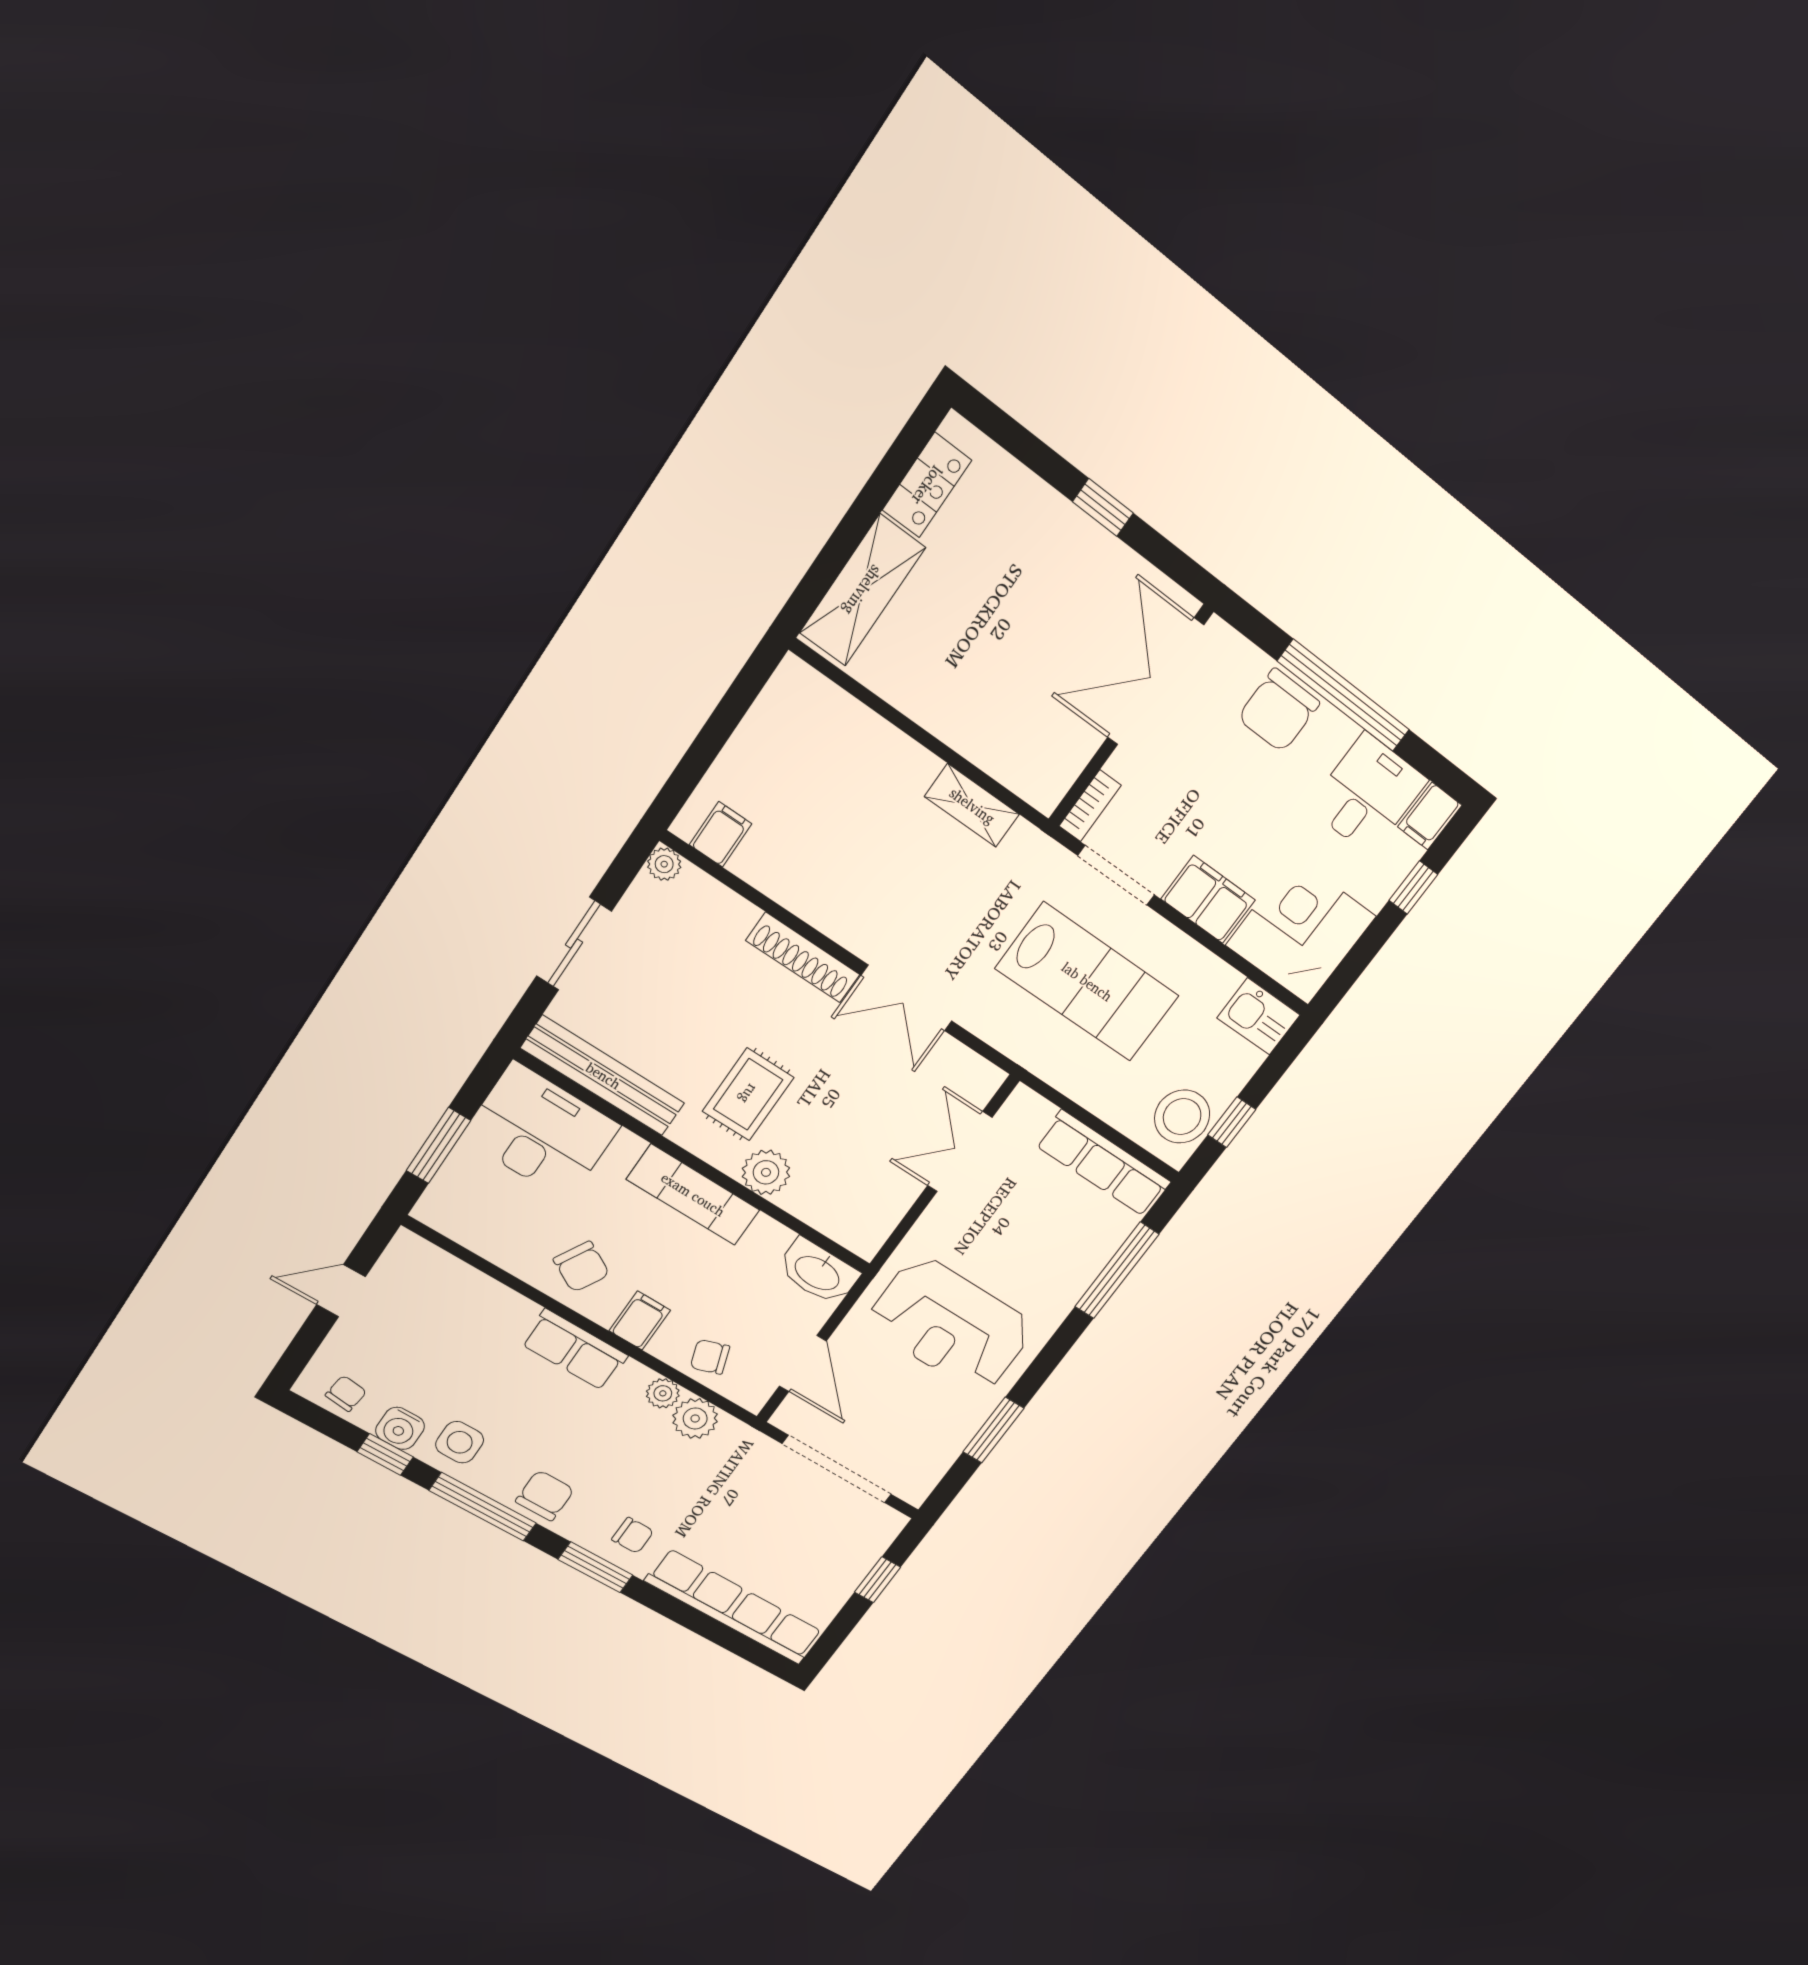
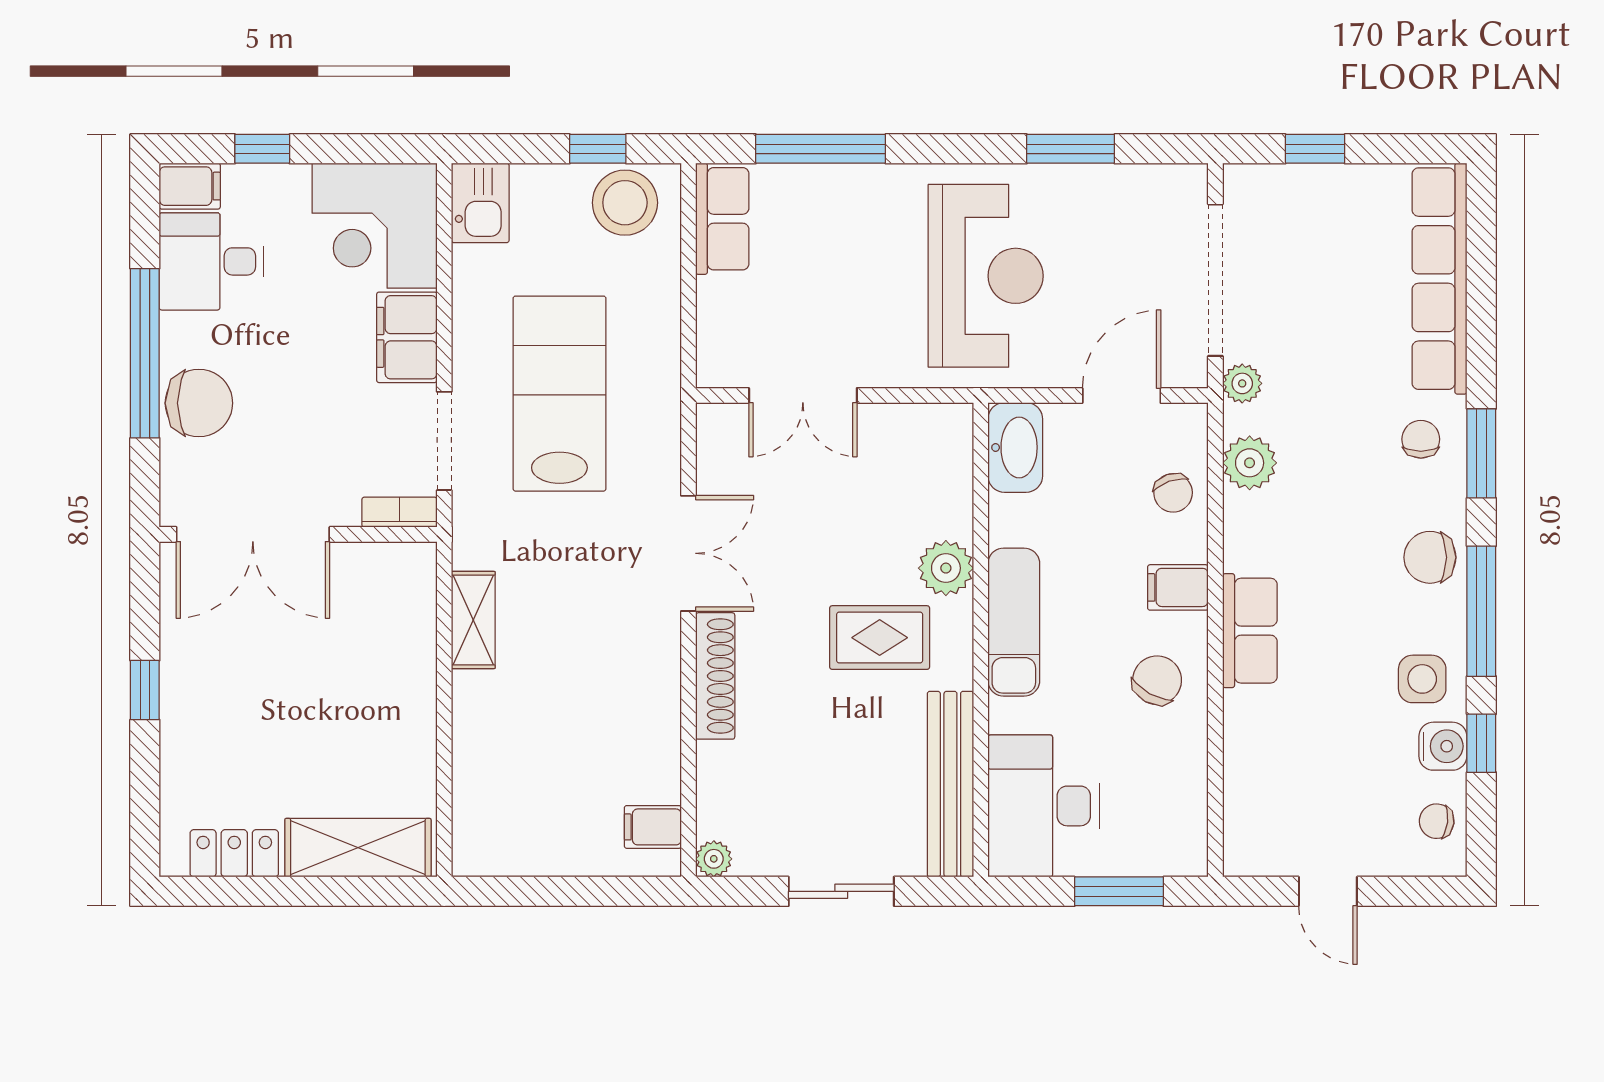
row of seats: (1103, 1164) -> (722, 219), width x0.68
plant: (663, 1393) -> (1242, 383), moved

